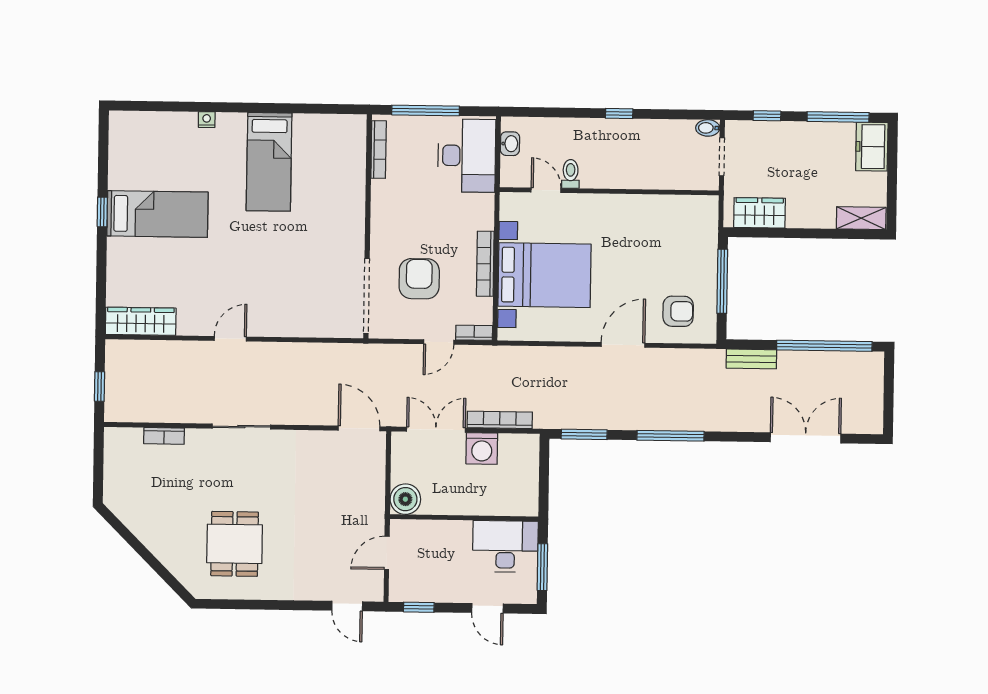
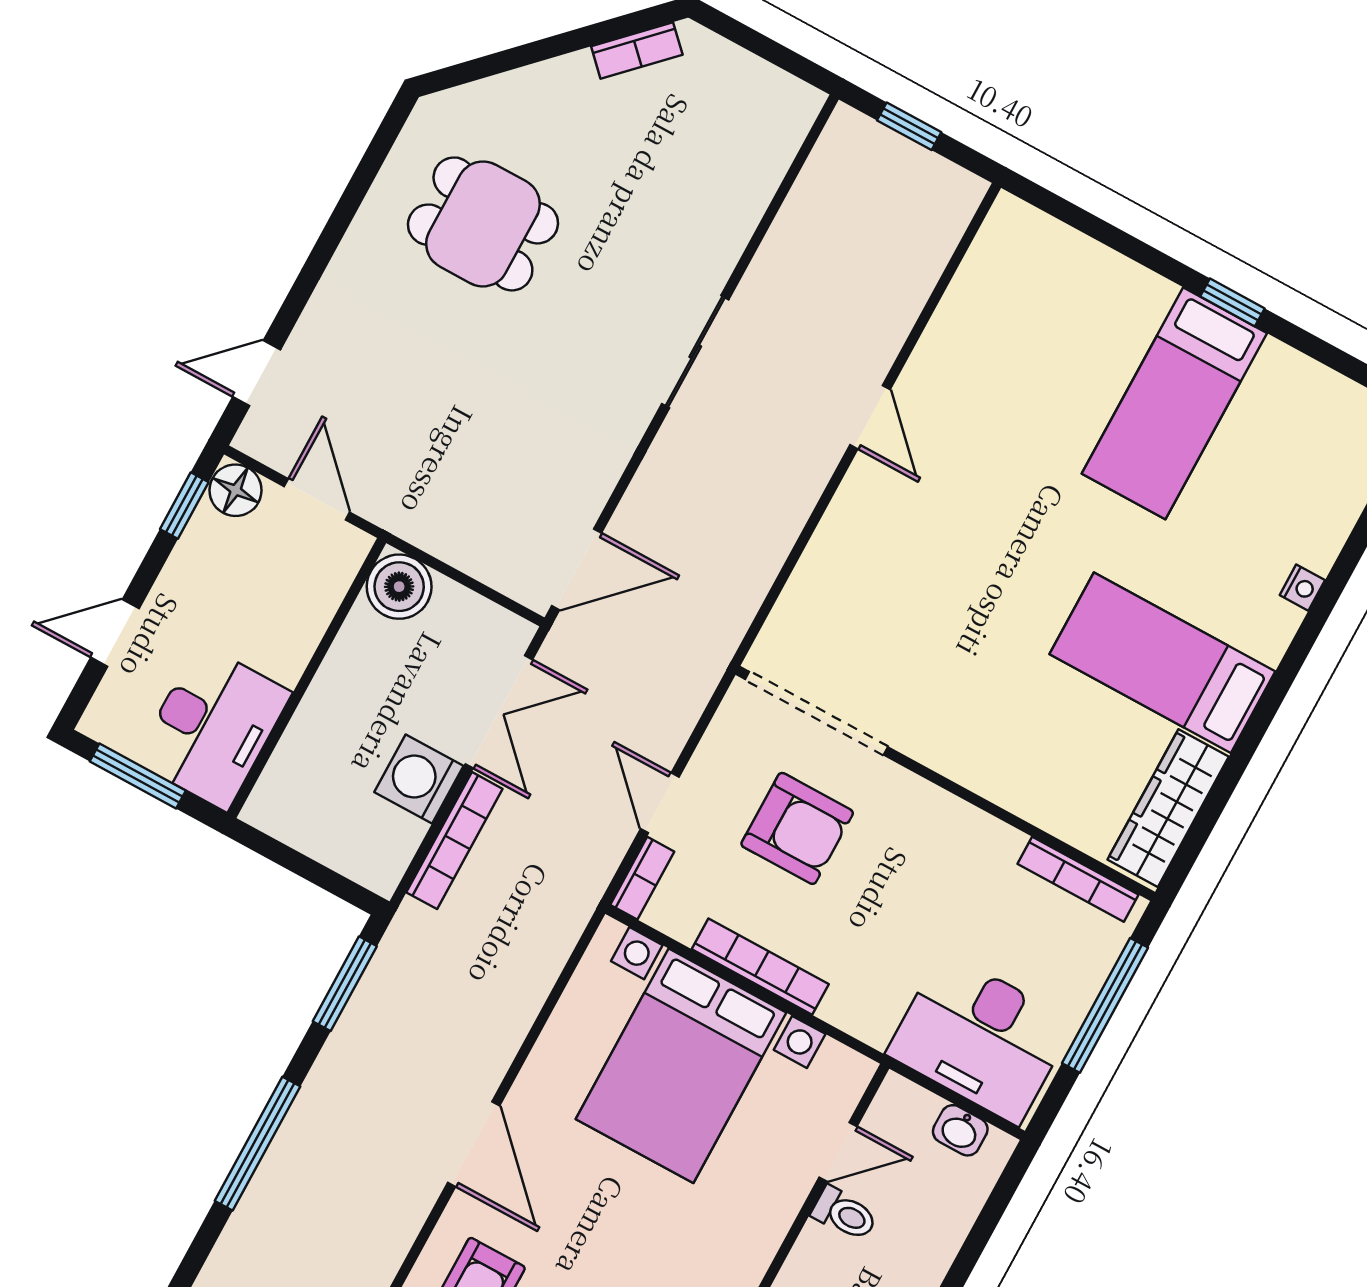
wardrobe: (141, 321) -> (1168, 808), moved, turned 180
bookcase: (164, 436) -> (637, 51), moved, turned -135
floor lamp: (401, 589) -> (236, 490), added

